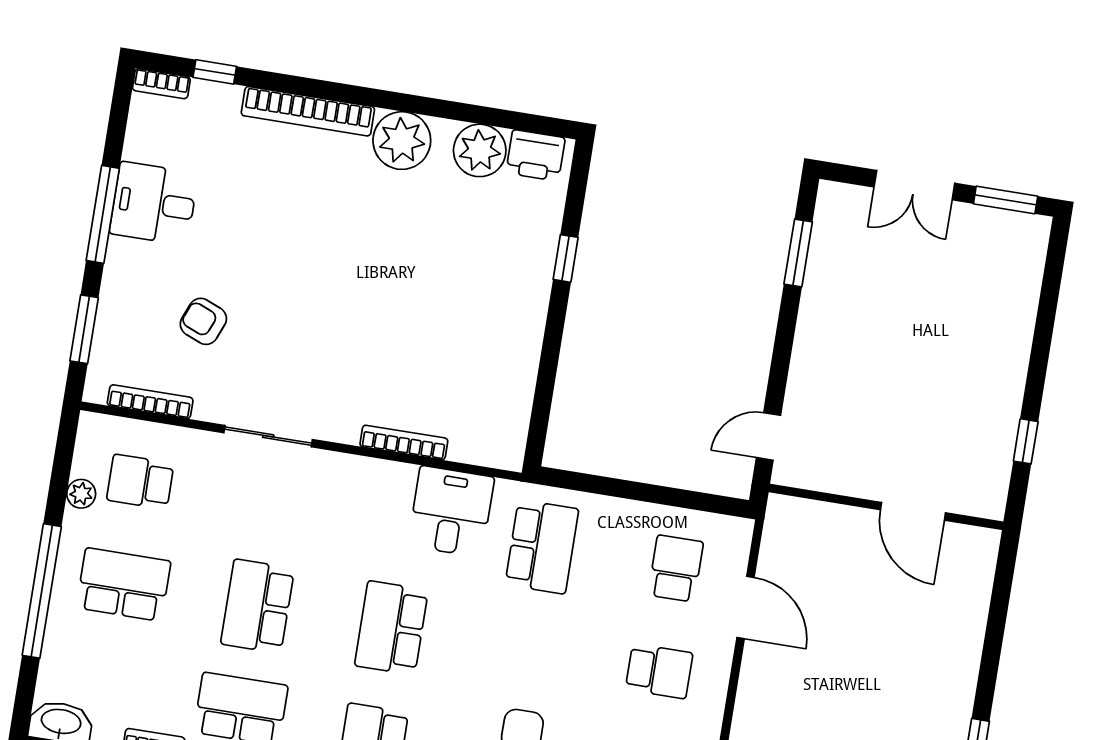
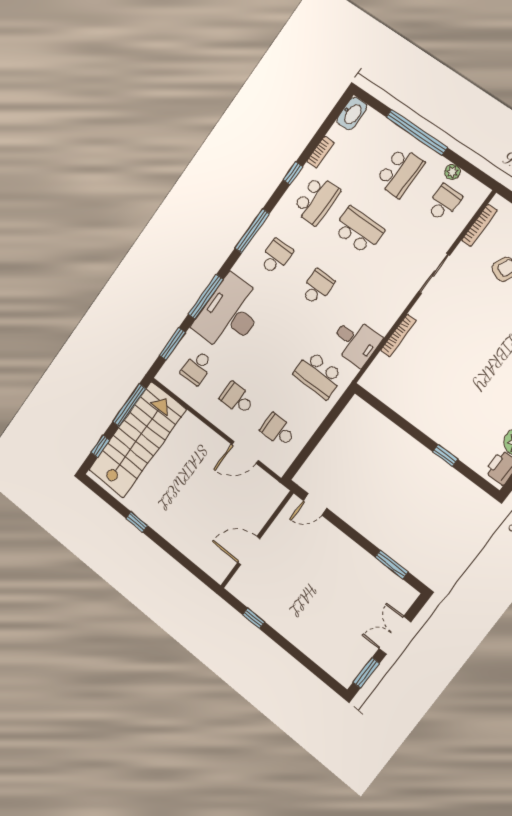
door: (768, 436) -> (315, 504), swing flipped
school desk: (676, 568) -> (278, 430), turned 180
school desk: (391, 628) -> (317, 287), width x0.54
school desk: (659, 671) -> (237, 399), turned 90

